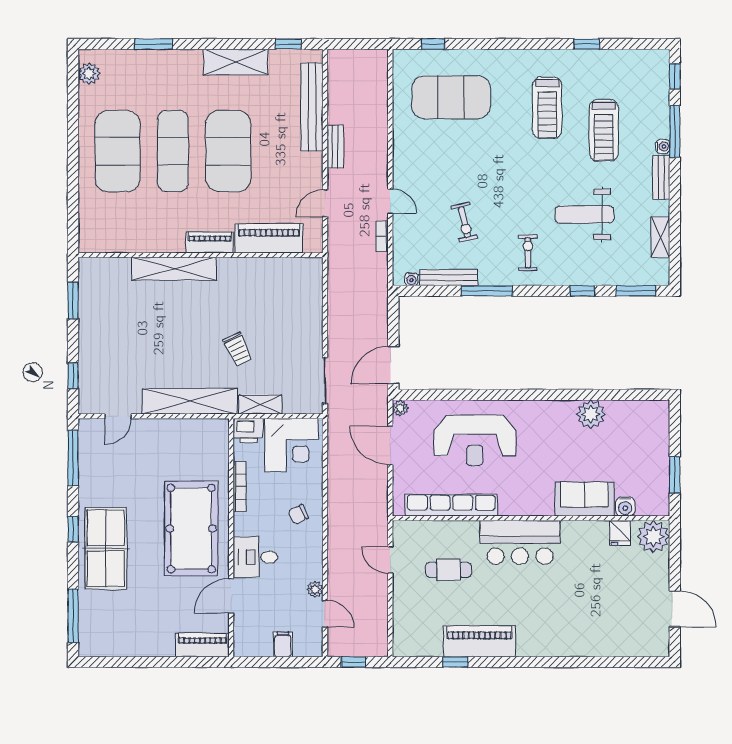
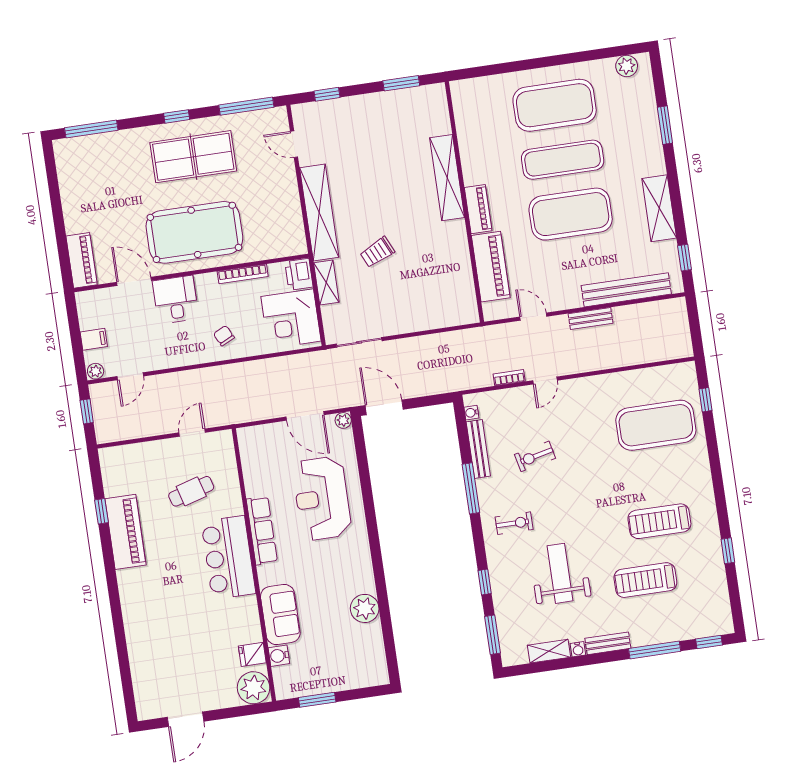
exercise mat: (451, 97) -> (656, 425), turned 90
water cooler: (663, 146) -> (578, 649), moved
door: (390, 445) -> (305, 416), swing flipped
row of seats: (451, 505) -> (262, 531), moved, width x0.73
table tennis table: (106, 548) -> (193, 157), moved
cafe table: (449, 570) -> (191, 491), turned 74
plant: (315, 589) -> (96, 371), moved

